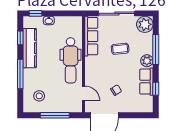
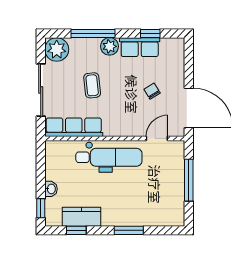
kitchen counter: (30, 48) -> (82, 217), width x0.67
window: (20, 74) -> (129, 230), width x0.69
stool: (39, 96) -> (161, 203), removed

